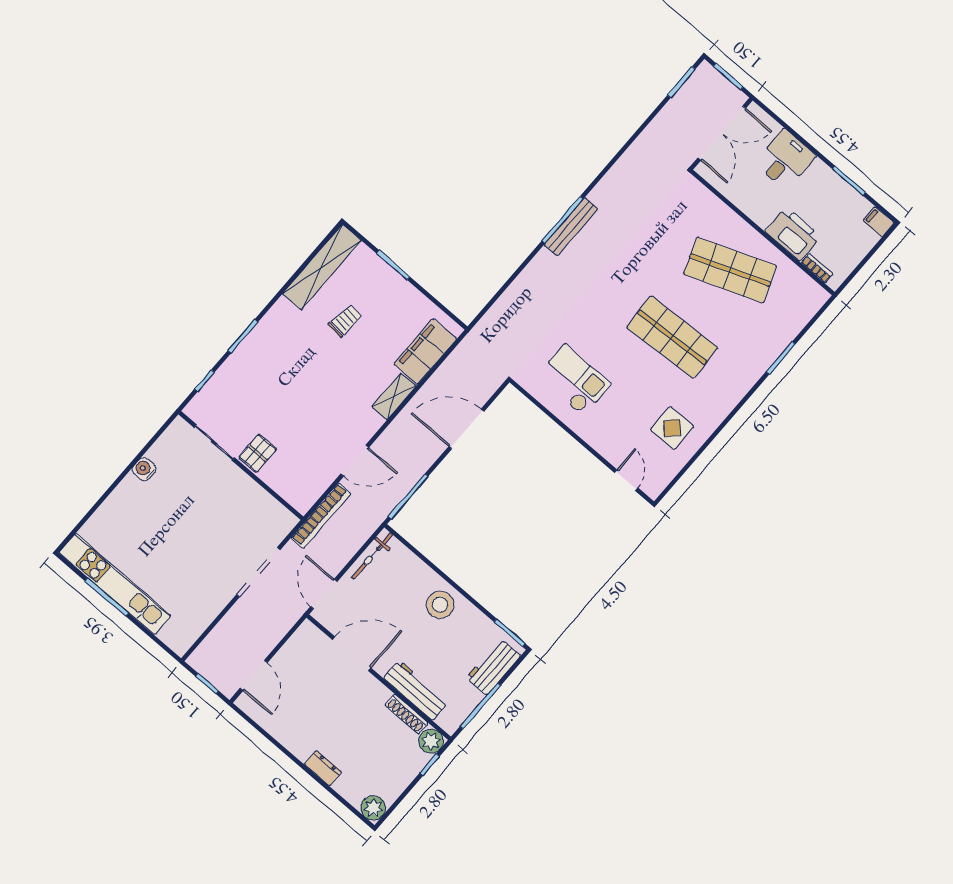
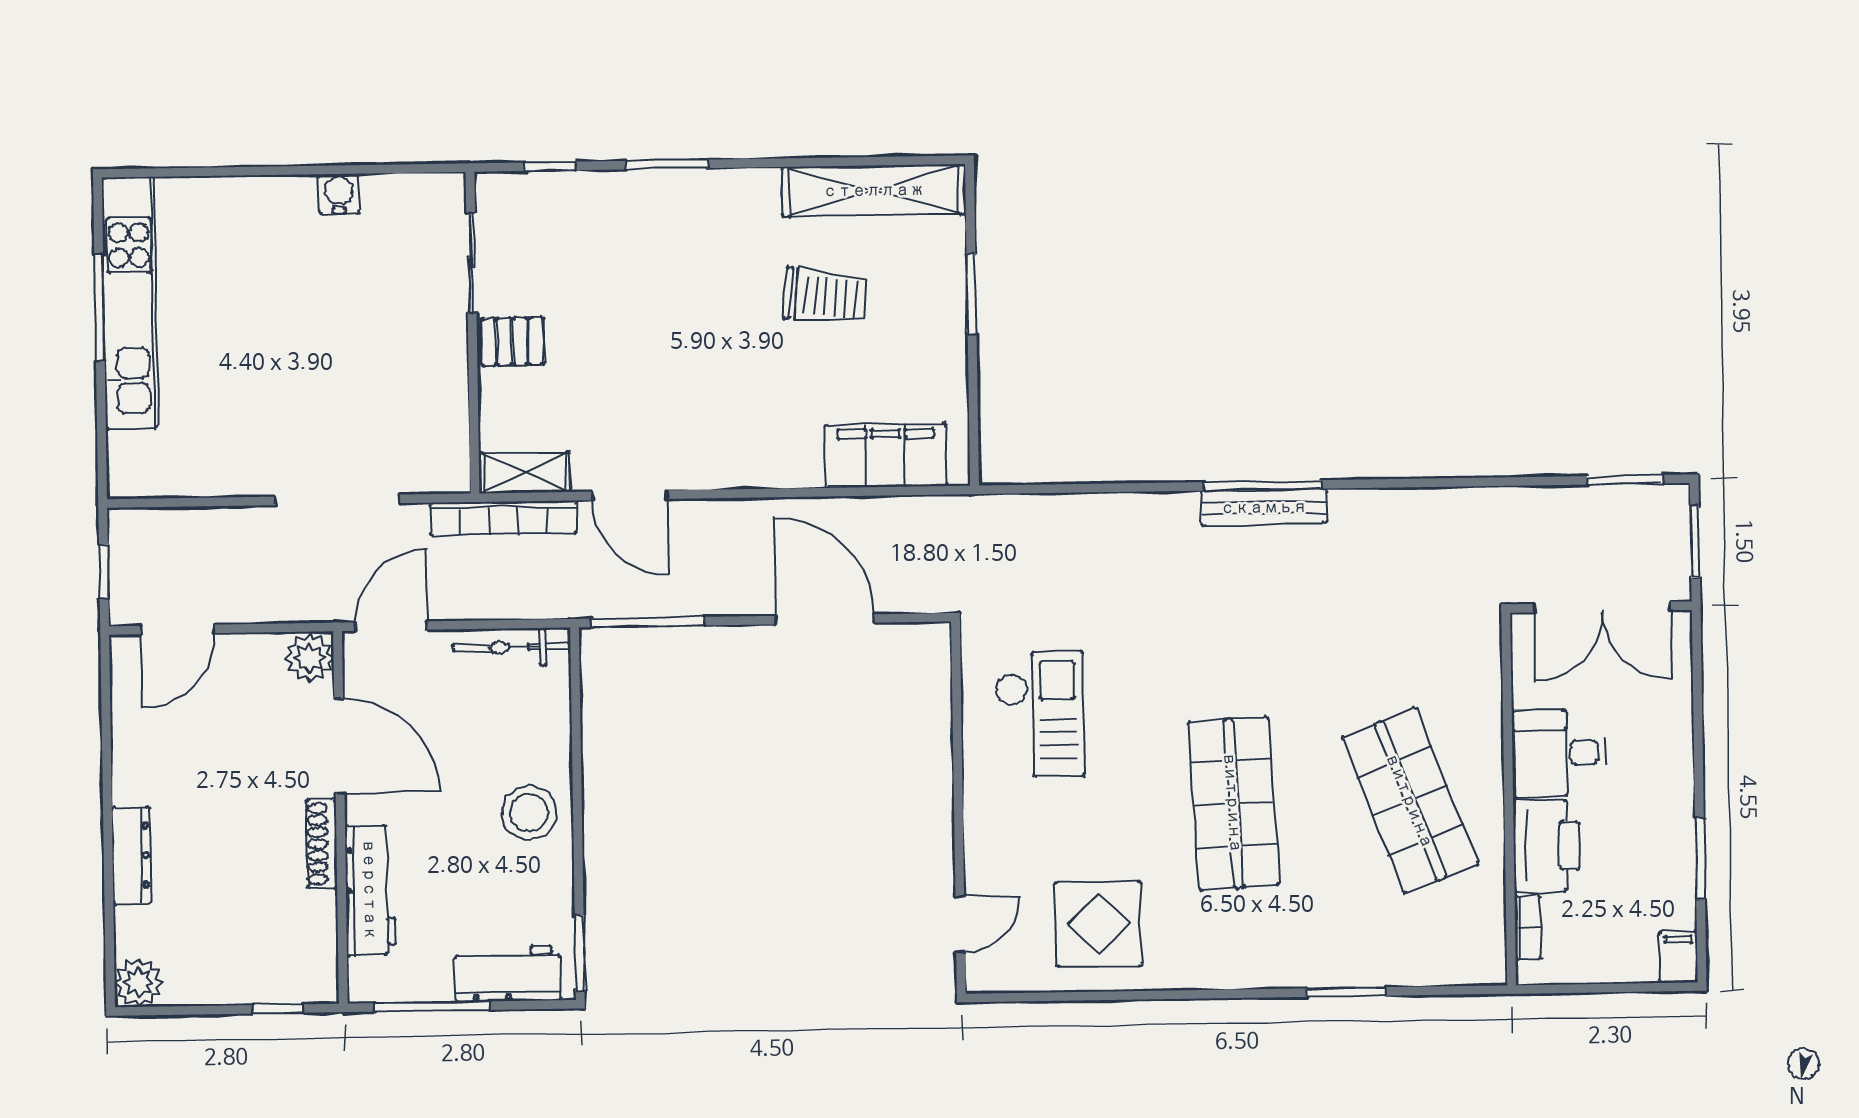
desk: (785, 159) -> (1559, 753), moved, turned 180
trolley: (345, 321) -> (825, 296), width x1.36, depth x1.39
shelving: (394, 396) -> (525, 473), moved
display table: (672, 428) -> (1099, 924), width x1.36, depth x1.36
shoe rack: (406, 714) -> (321, 844), moved
plant: (431, 741) -> (309, 658), moved
dresser: (323, 768) -> (131, 855), width x1.44

